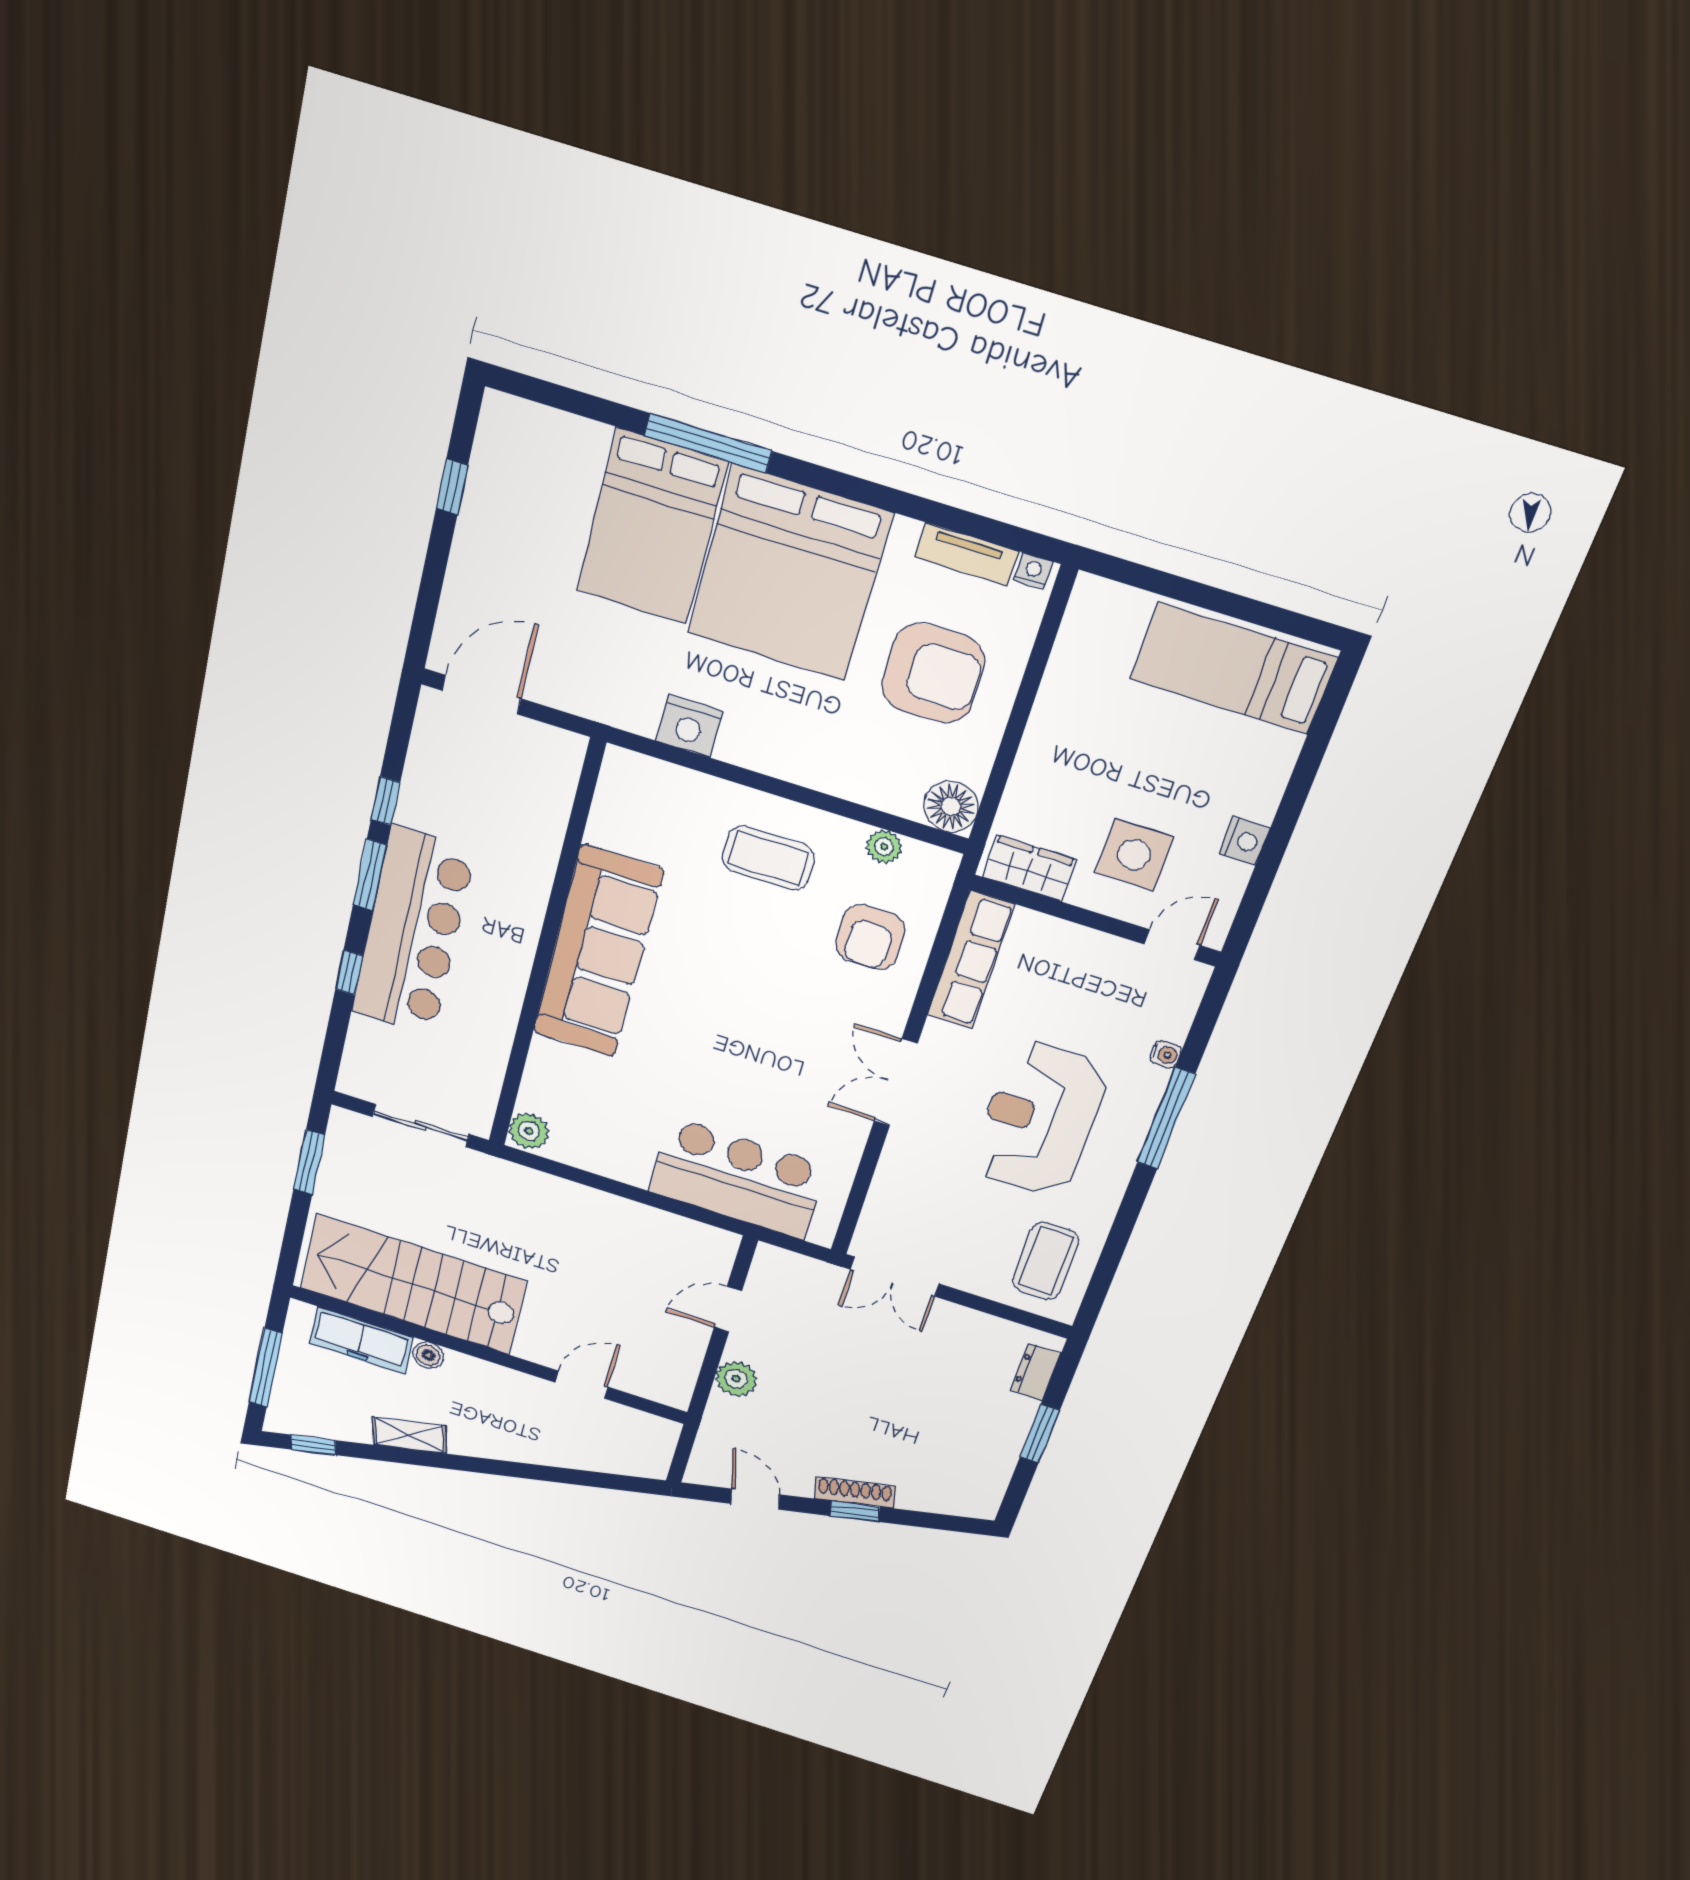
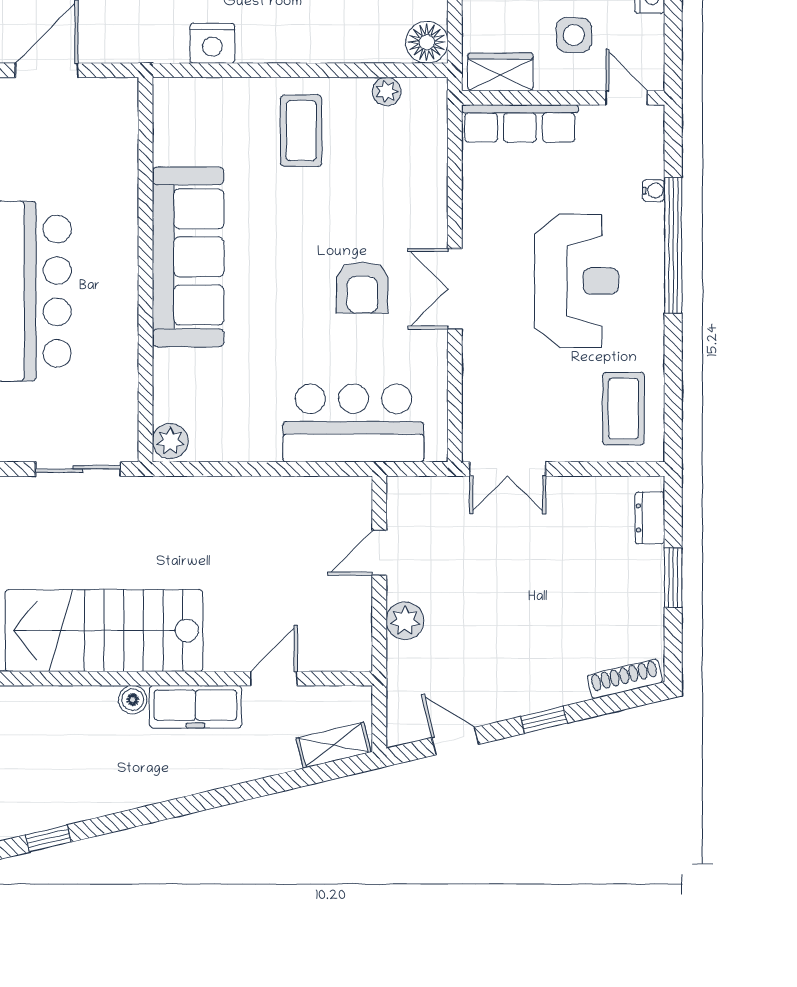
side table: (1134, 855) -> (574, 35), width x0.73, depth x0.73
coffee table: (768, 858) -> (301, 131), turned 90
armchair: (870, 937) -> (362, 288), moved
door: (1172, 945) -> (627, 98), hinge flipped
row of seats: (971, 960) -> (520, 123), moved, turned 90
window: (1166, 1118) -> (673, 245), width x1.46
reception desk: (1039, 1119) -> (576, 281), turned 180
freezer: (361, 1340) -> (195, 707), moved
shelving: (409, 1435) -> (334, 745), moved
shoe rack: (855, 1492) -> (625, 679), moved

